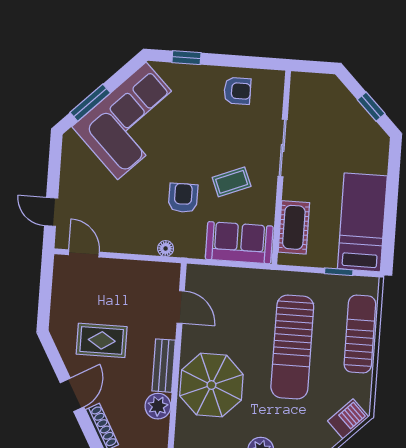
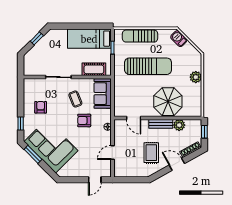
armchair: (237, 91) -> (41, 107), moved
window: (90, 103) -> (33, 154), moved
door: (84, 253) -> (113, 153), moved
door: (181, 307) -> (134, 118), swing flipped

